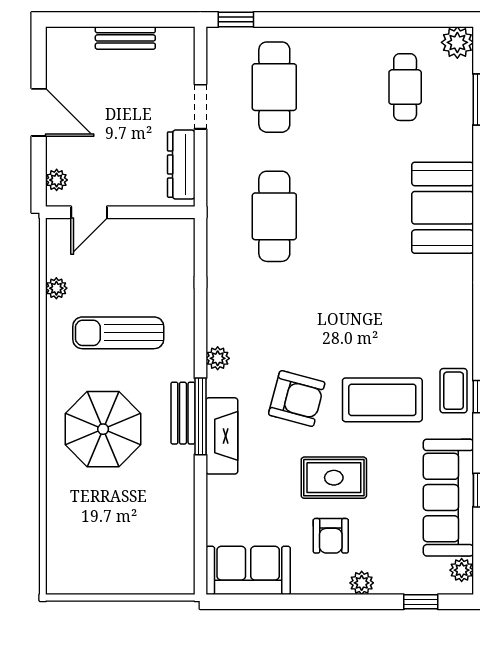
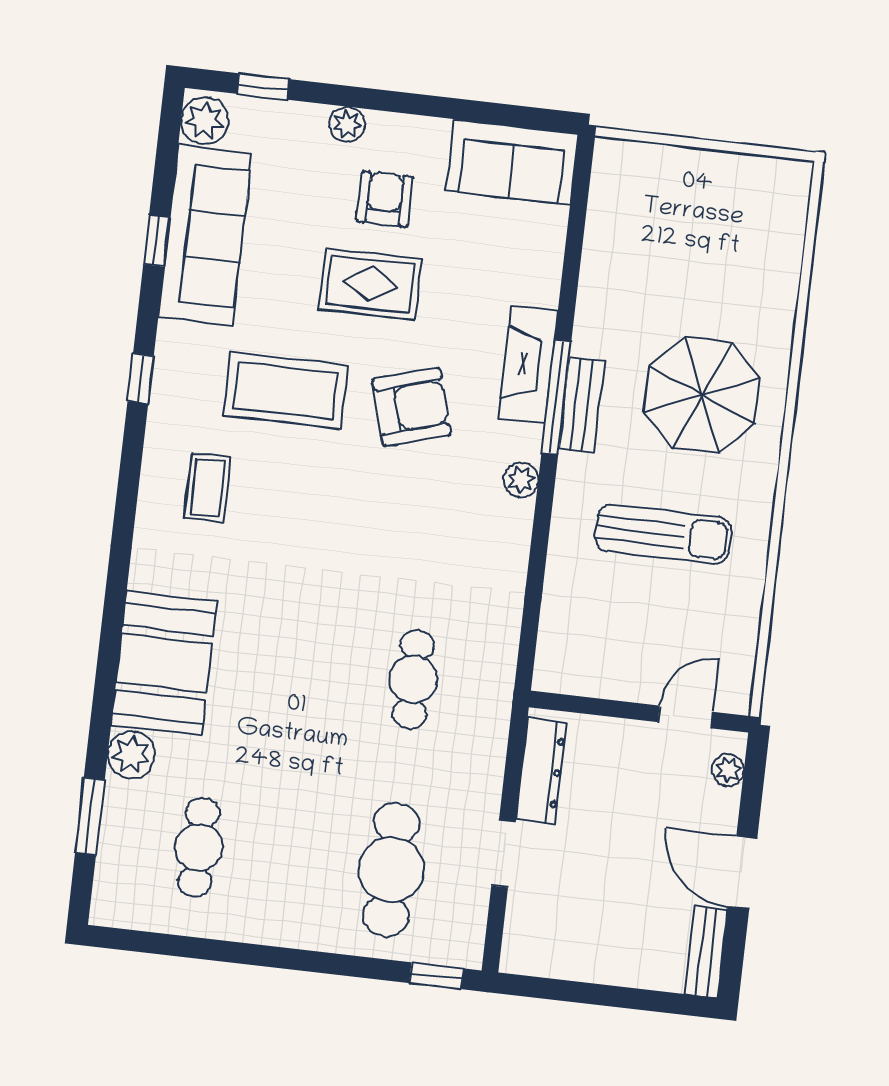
bench: (125, 38) -> (706, 952), moved, turned 90
plant: (457, 42) -> (131, 755), moved
cafe table: (274, 216) -> (413, 679), width x0.73, depth x0.74
plant: (56, 288) -> (747, 610), removed
coffee table: (454, 391) -> (208, 488), moved
armchair: (297, 399) -> (411, 407), turned 149
plant: (462, 570) -> (205, 120), width x1.38, depth x1.38

